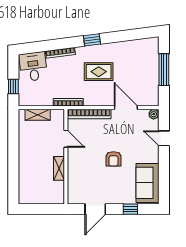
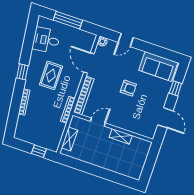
desk: (33, 67) -> (46, 40), moved
door: (126, 108) -> (89, 63), hinge flipped

